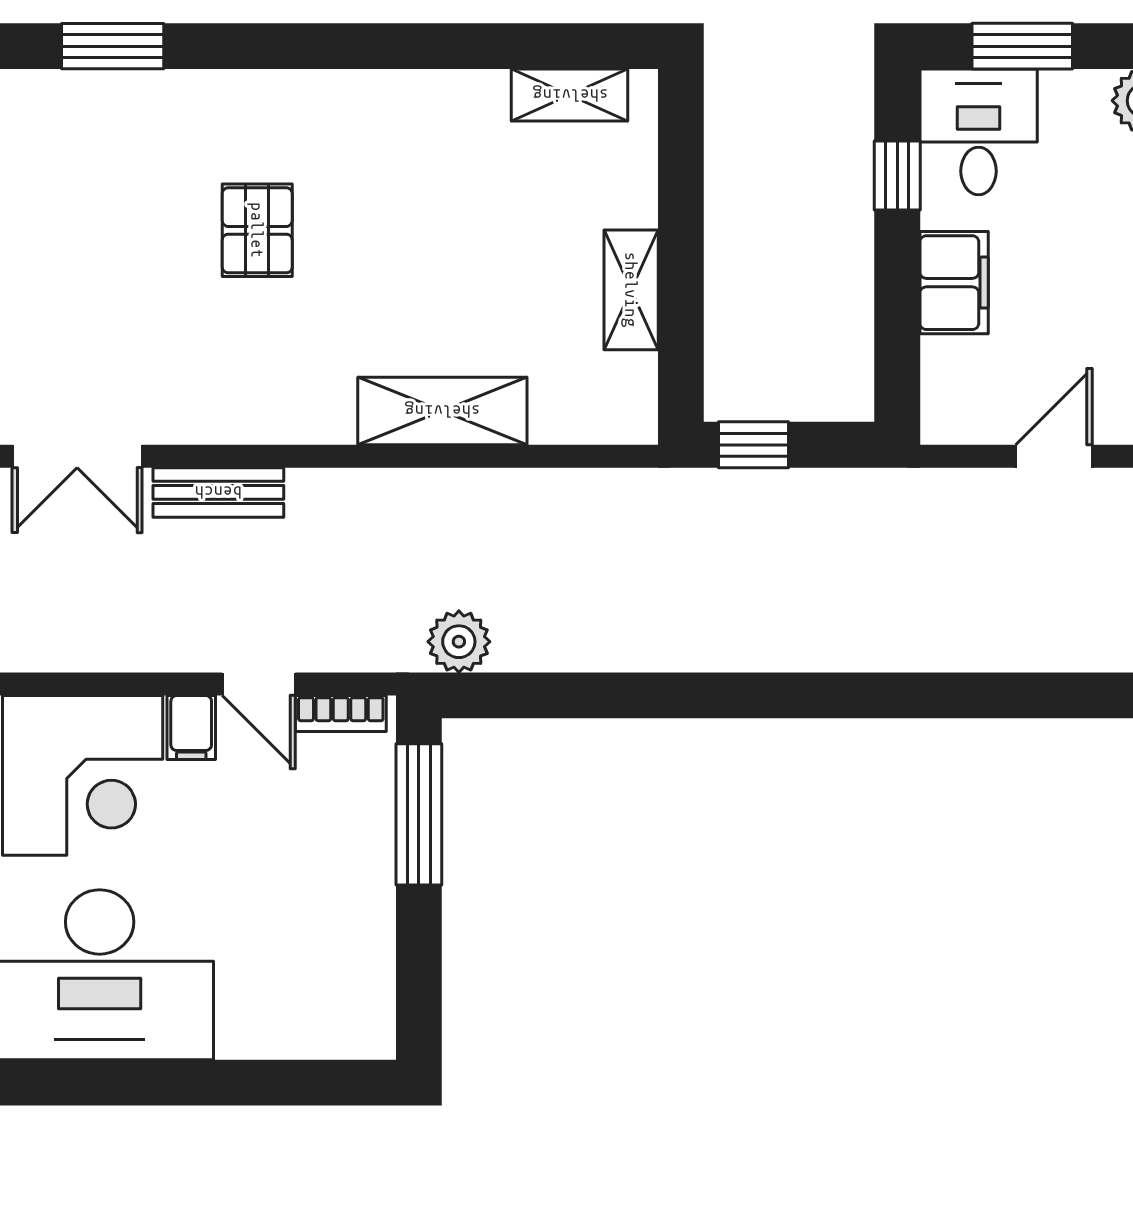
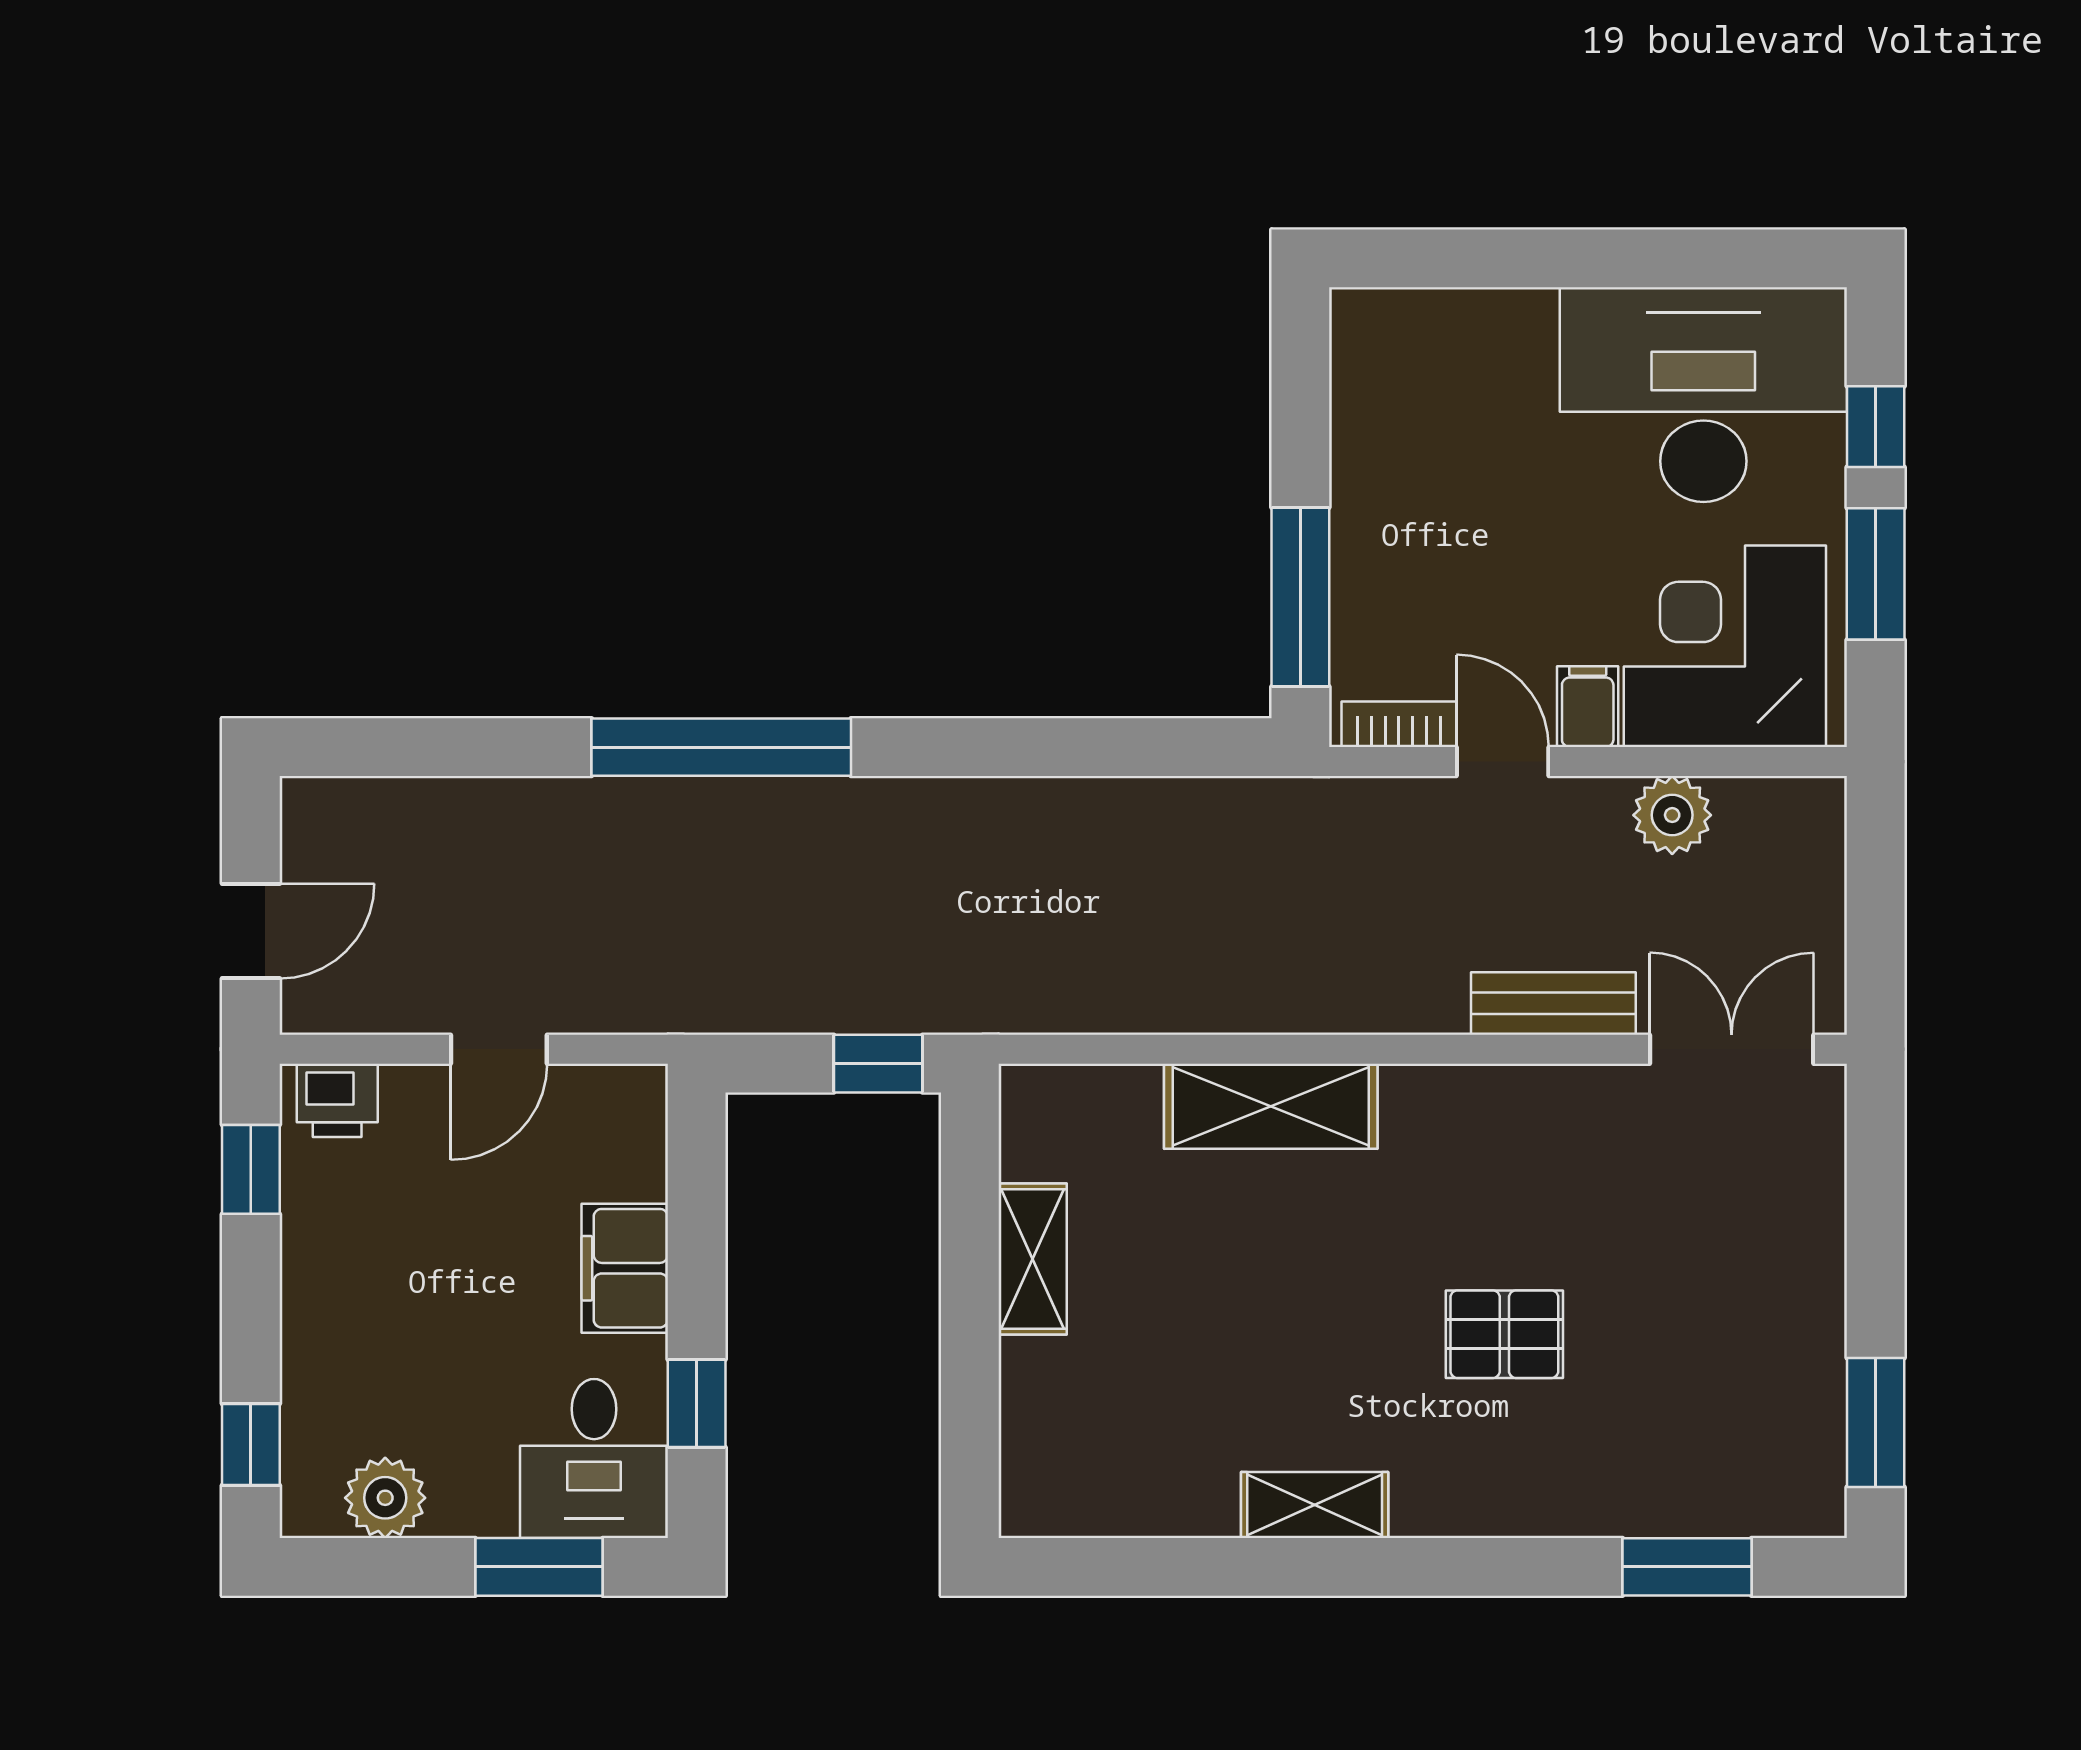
shelving: (570, 95) -> (1315, 1505), moved
pallet: (257, 230) -> (1504, 1334), turned 90
plant: (459, 642) -> (1672, 815), moved
window: (878, 695) -> (721, 747), added

